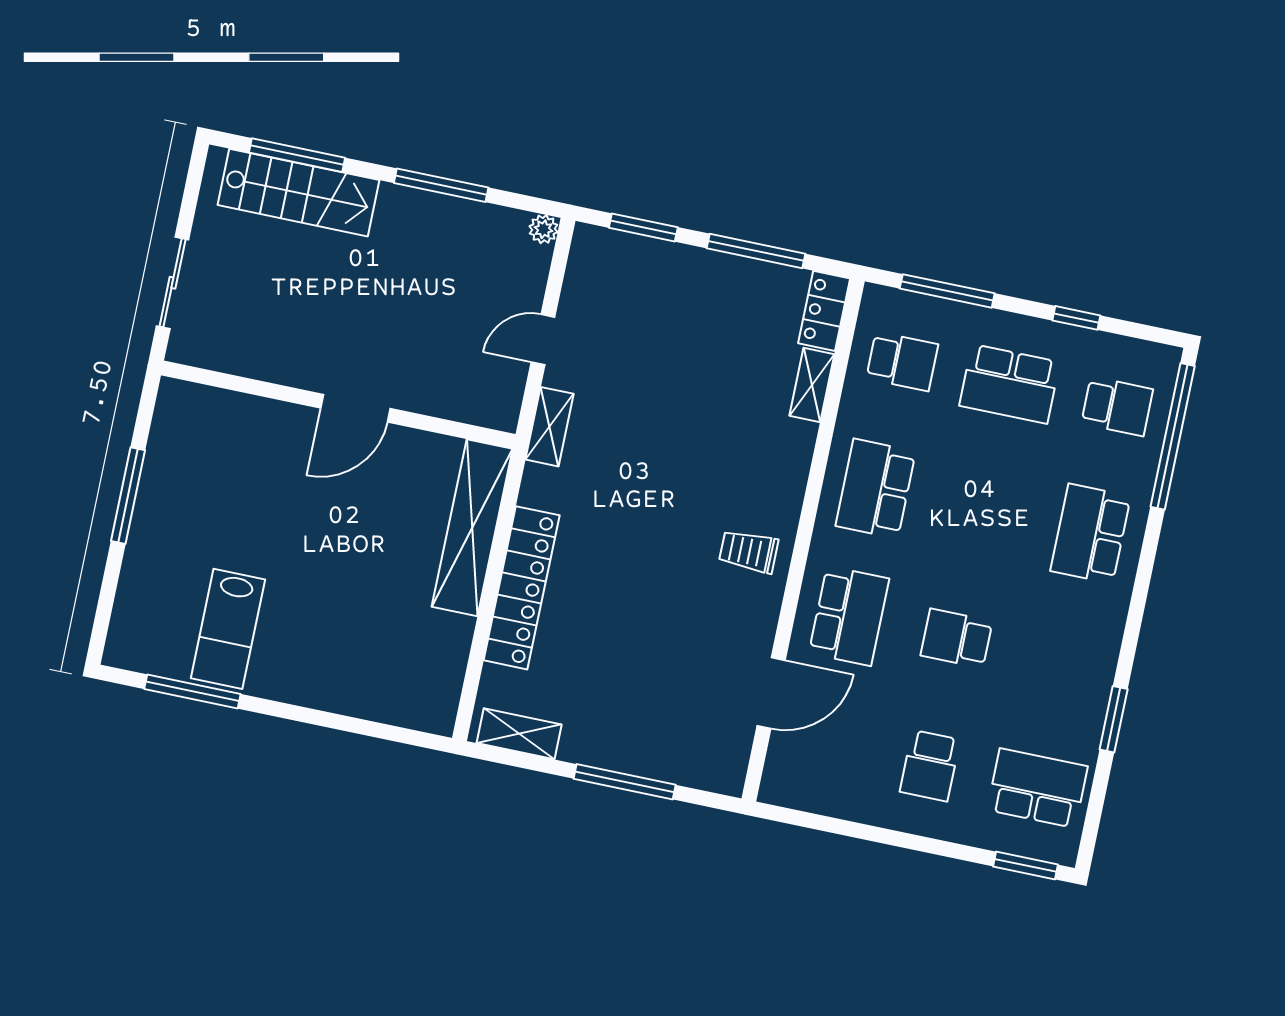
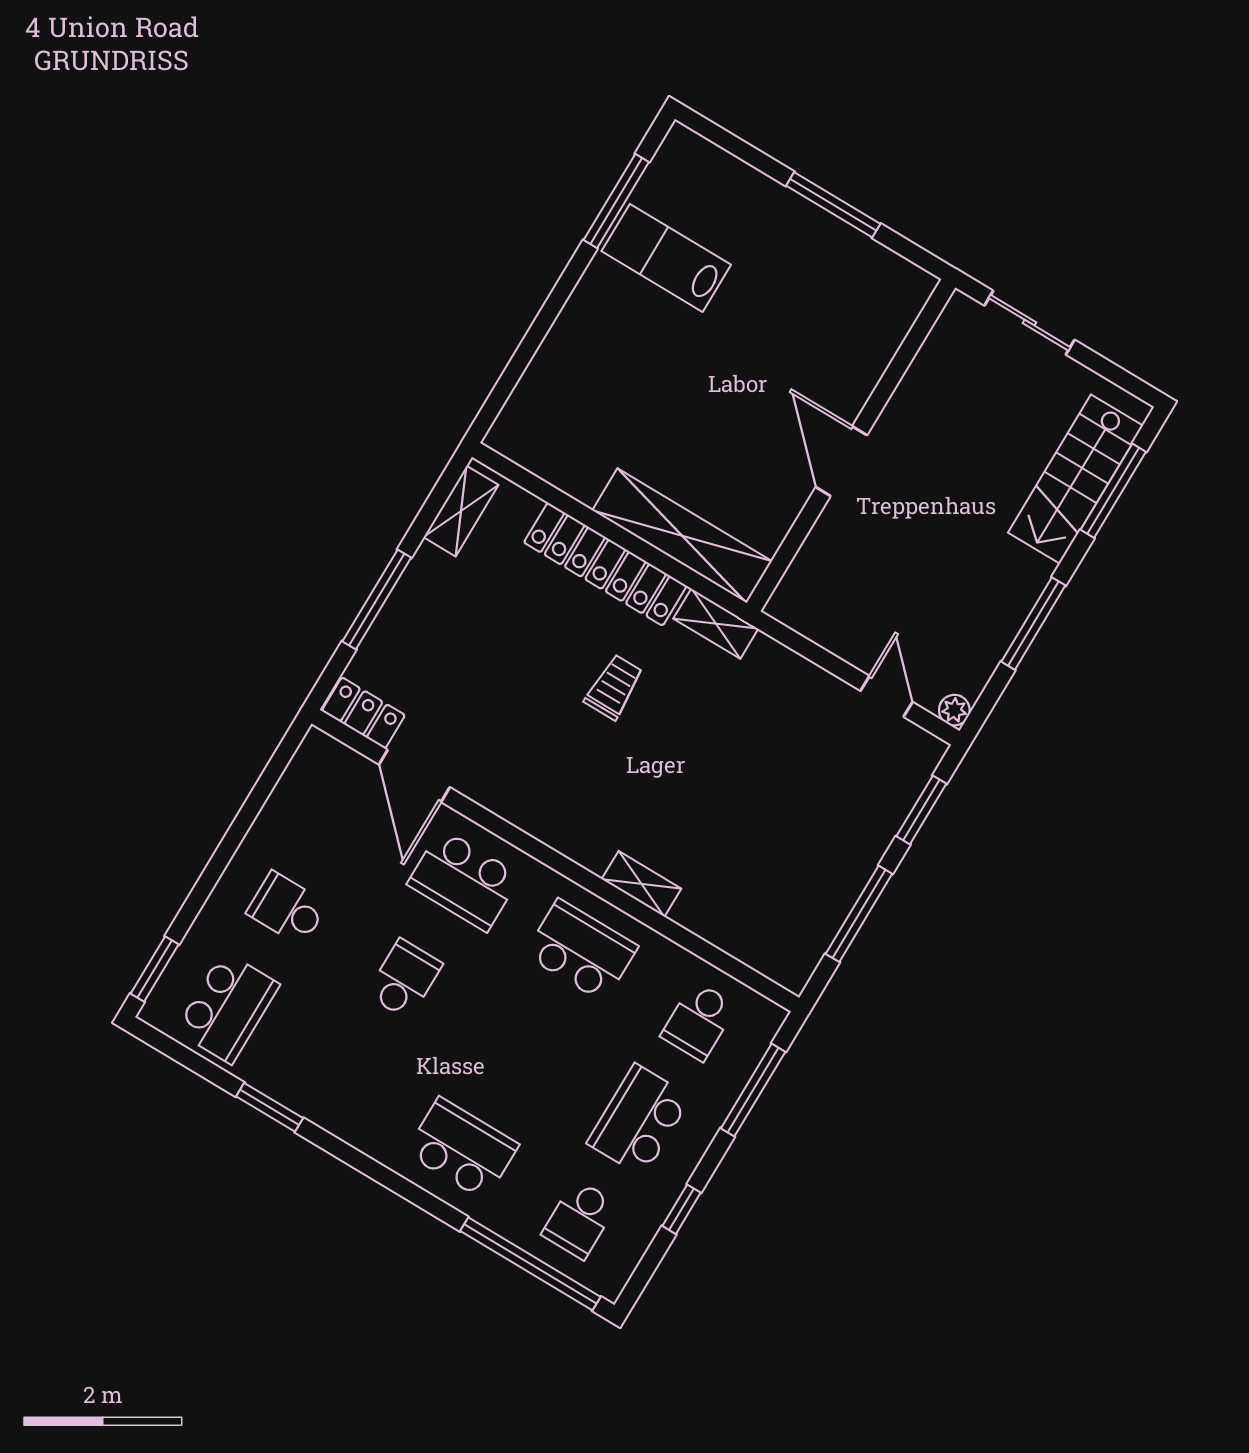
locker: (824, 311) -> (363, 713), moved
door: (543, 340) -> (887, 696), moved
shelving: (812, 385) -> (641, 884), moved
shelving: (550, 427) -> (716, 624), moved
trolley: (749, 551) -> (614, 687), moved

